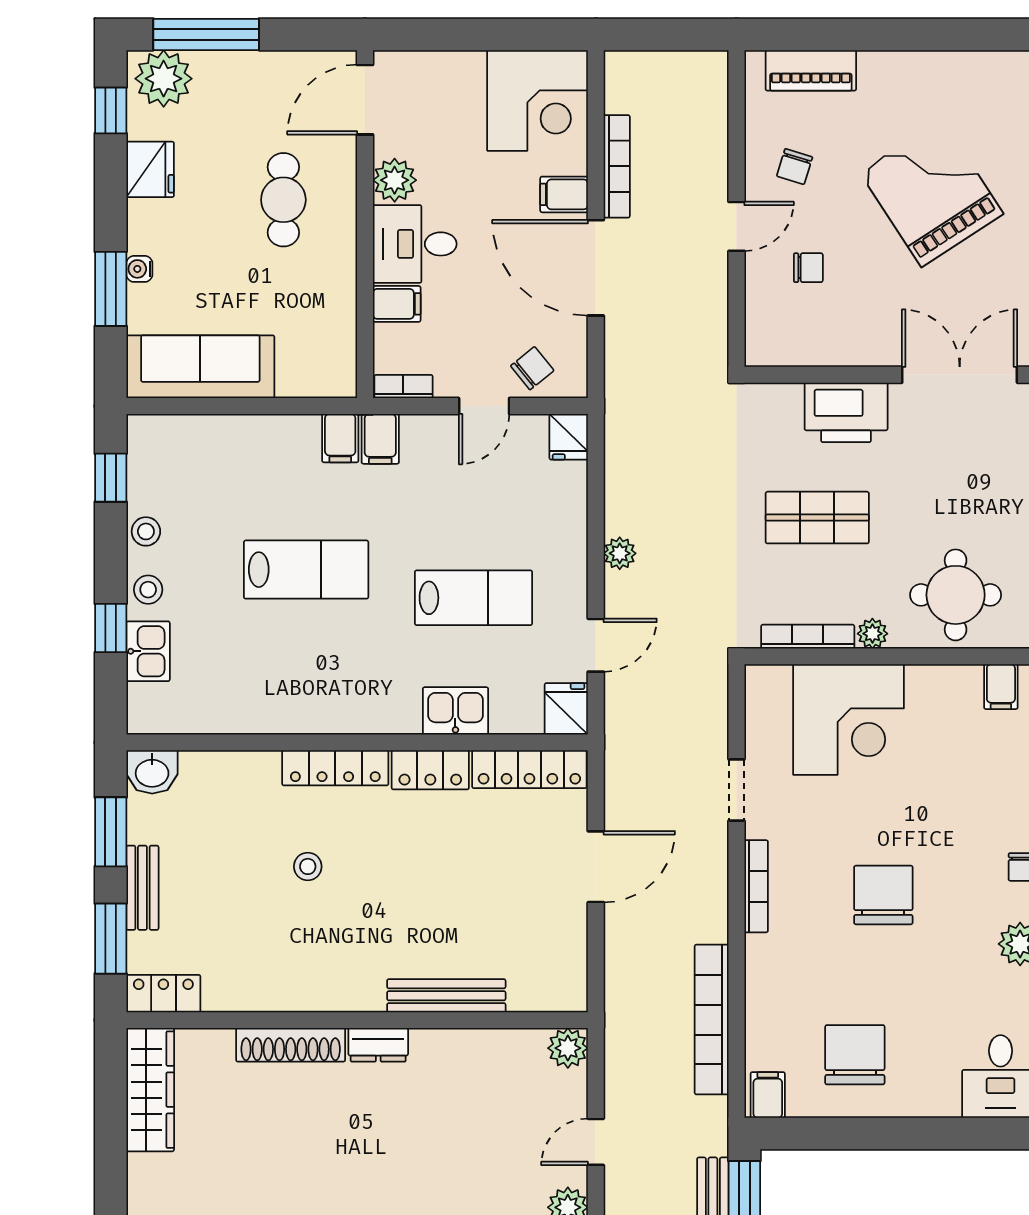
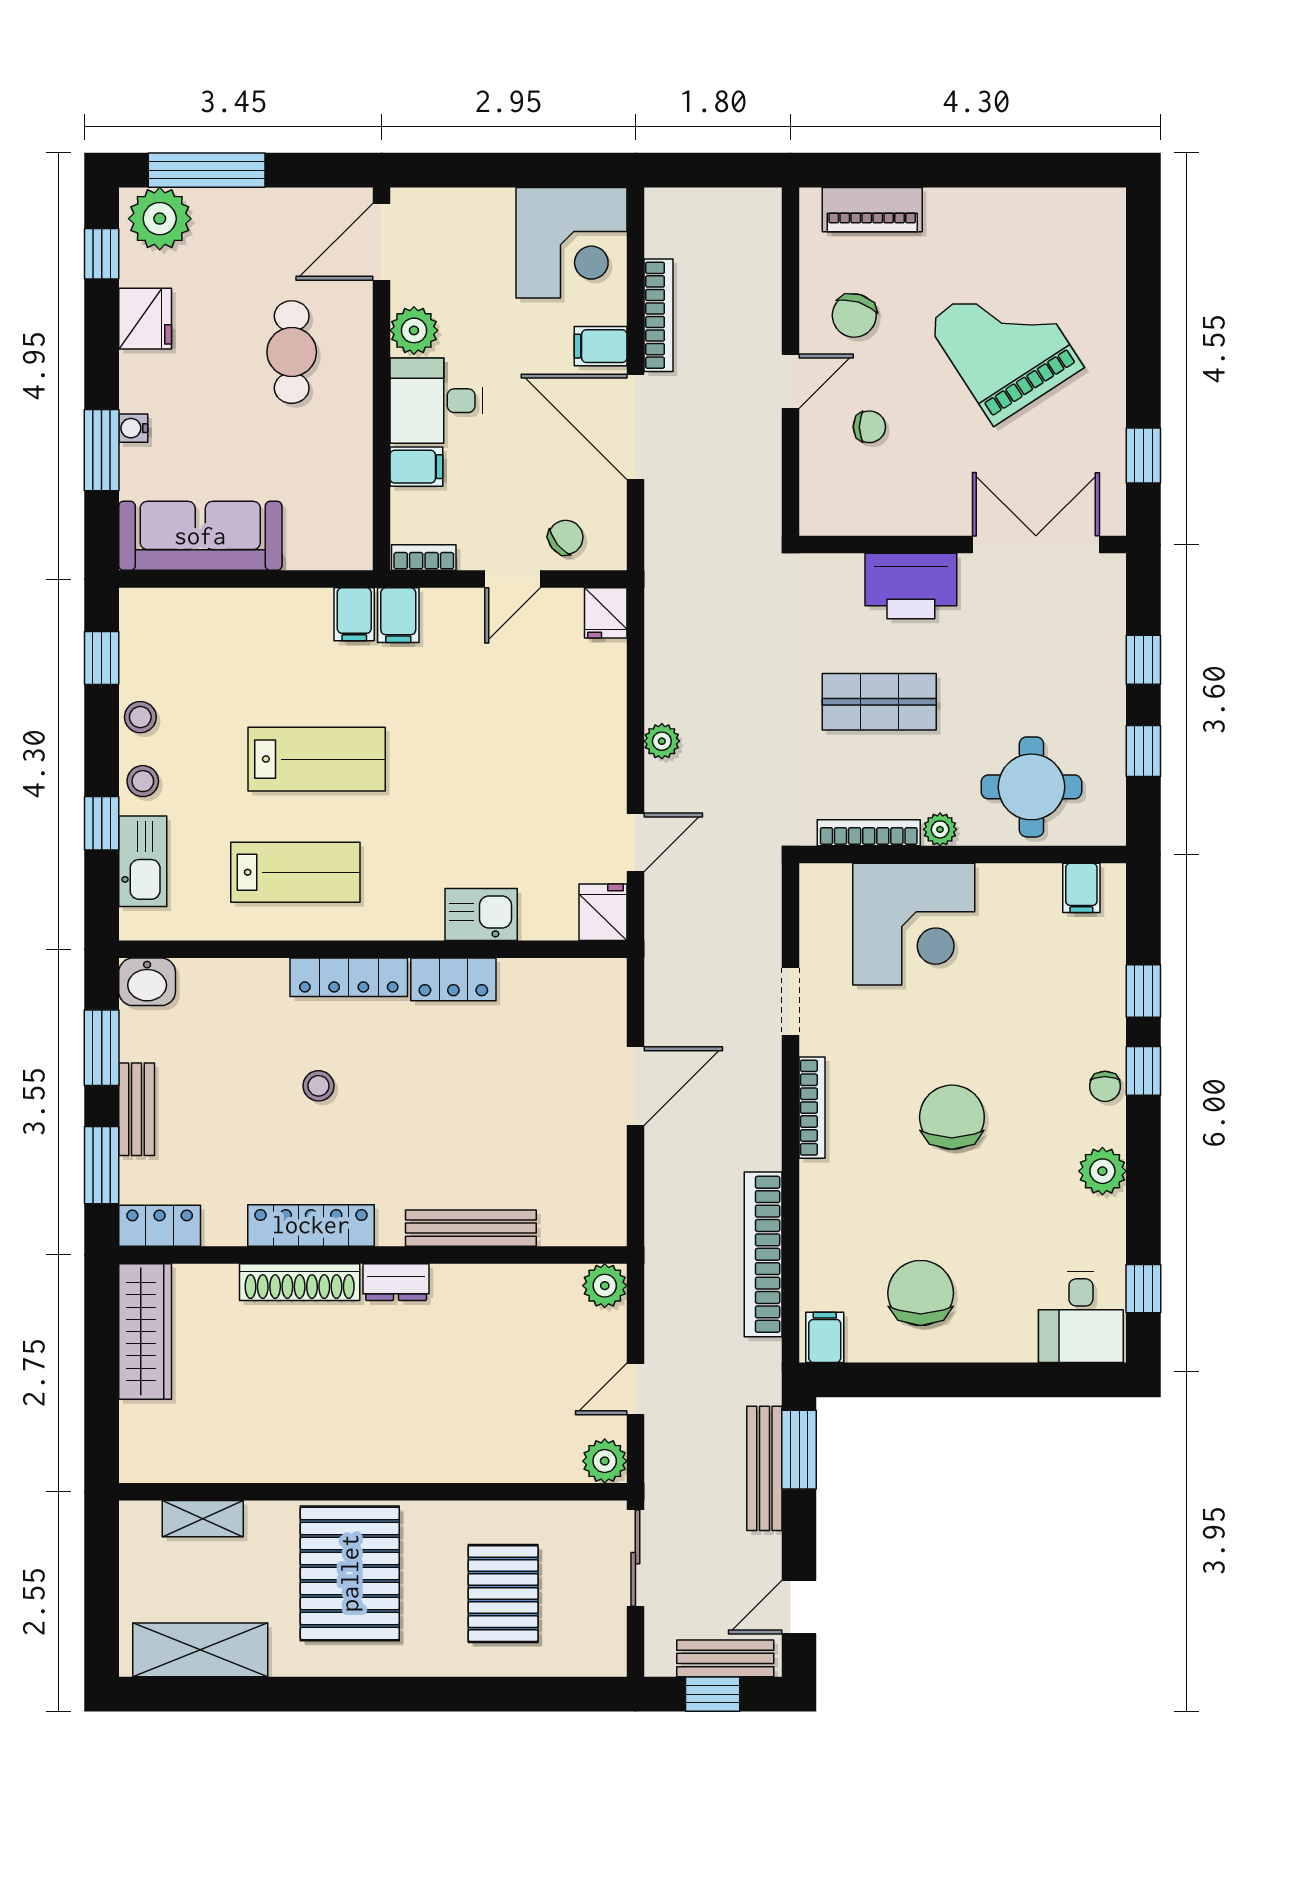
chair: (795, 167) -> (854, 315), width x1.37, depth x1.37
lab bench: (473, 598) -> (295, 872), moved
kitchen sink: (148, 651) -> (143, 861), width x1.38
locker: (529, 769) -> (311, 1225), moved, turned 180

